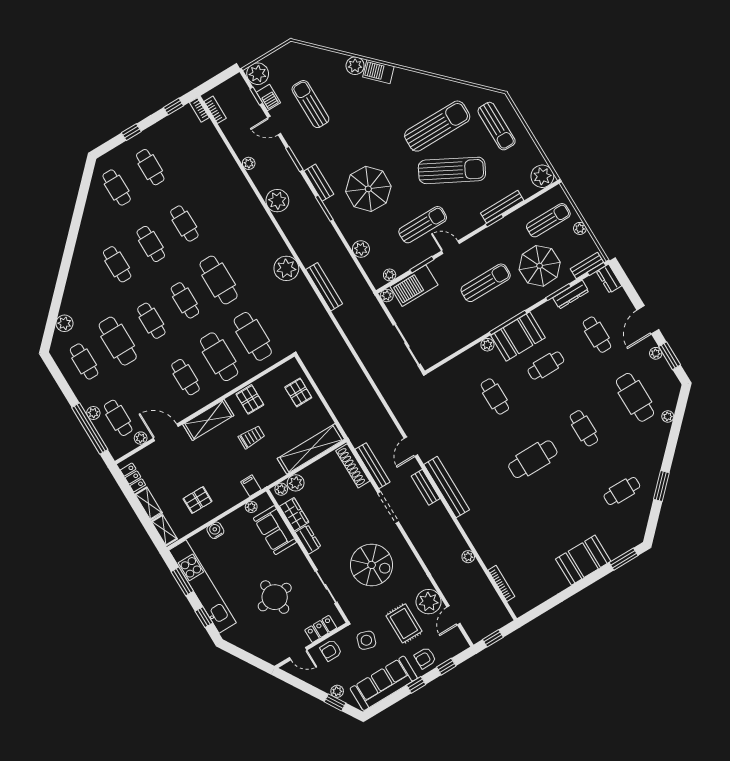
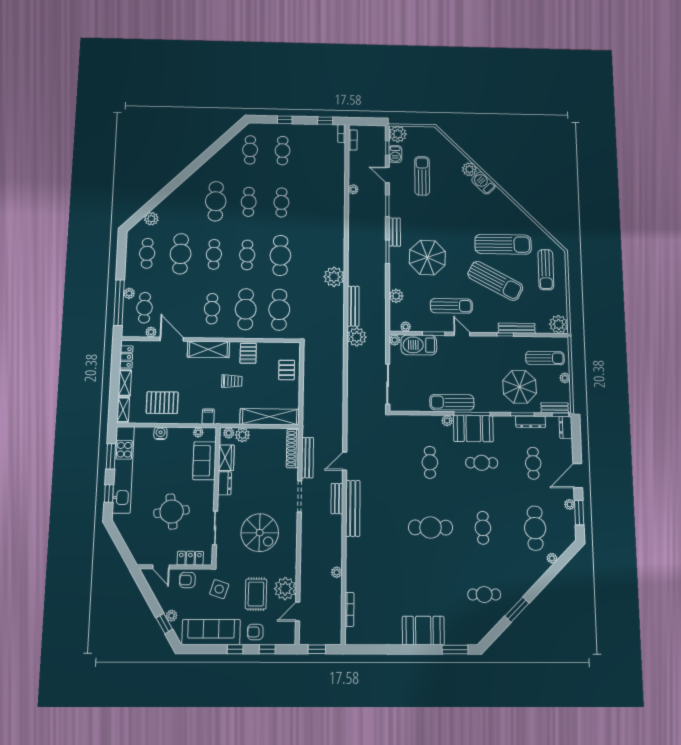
plant: (277, 201) -> (357, 337), moved
cafe table: (117, 264) -> (216, 201), width x1.37, depth x1.35
sun lounger: (486, 283) -> (452, 402), moved, turned 180
pallet: (198, 500) -> (162, 403), width x1.50, depth x1.42

